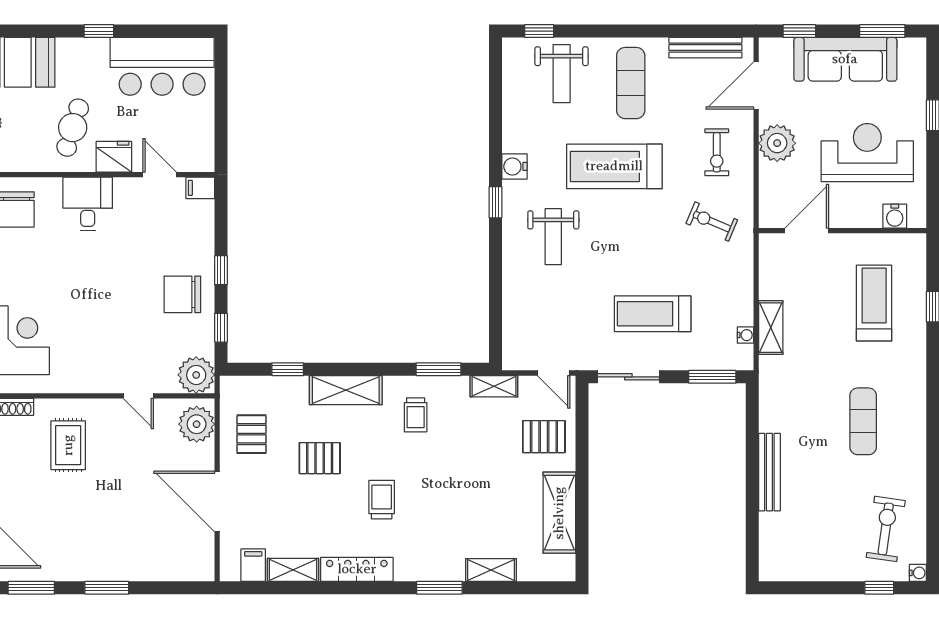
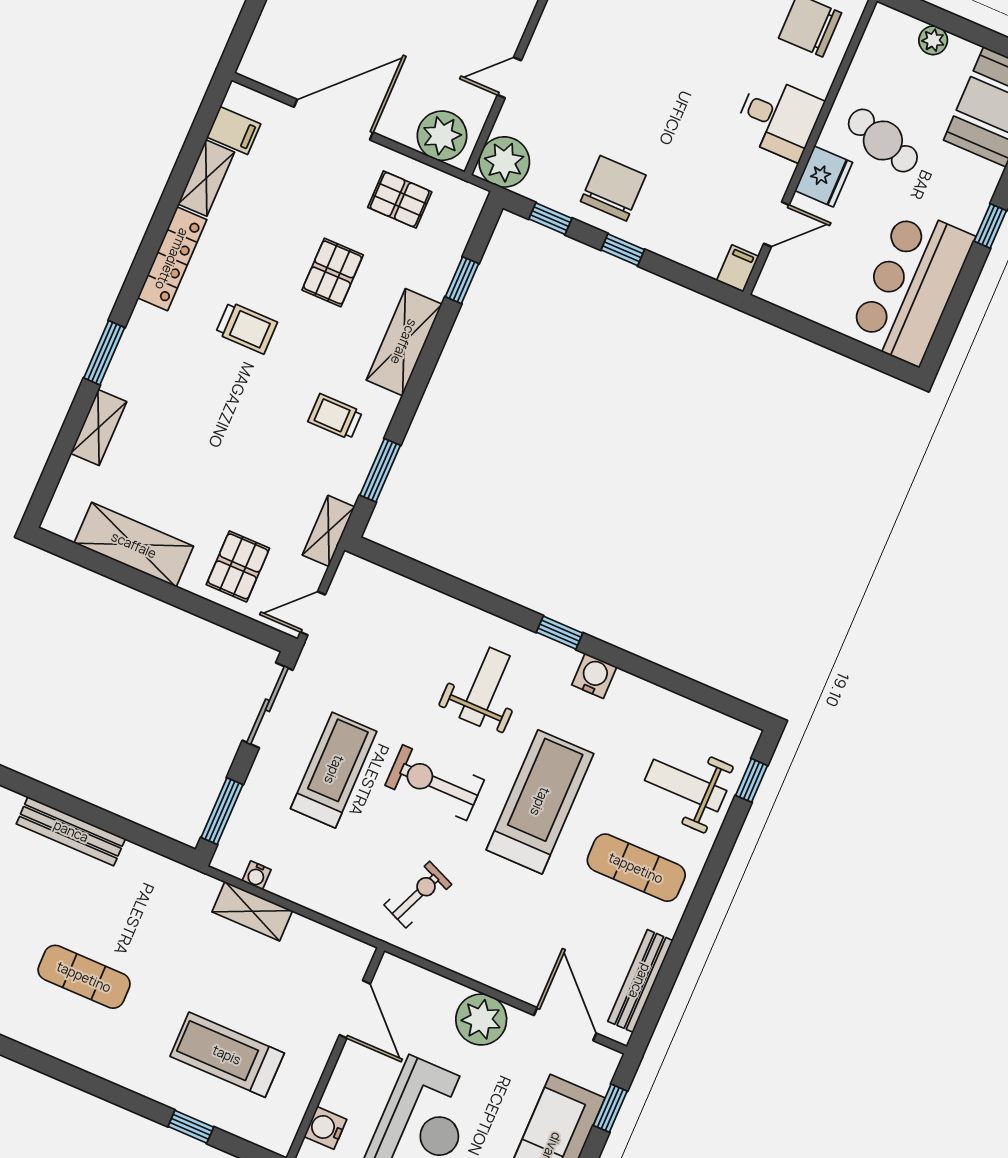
exercise bike: (717, 152) -> (435, 783), moved, width x1.38, depth x1.39
weight bench: (553, 237) -> (485, 687), turned 90
treadmill: (874, 303) -> (227, 1055), turned 180

